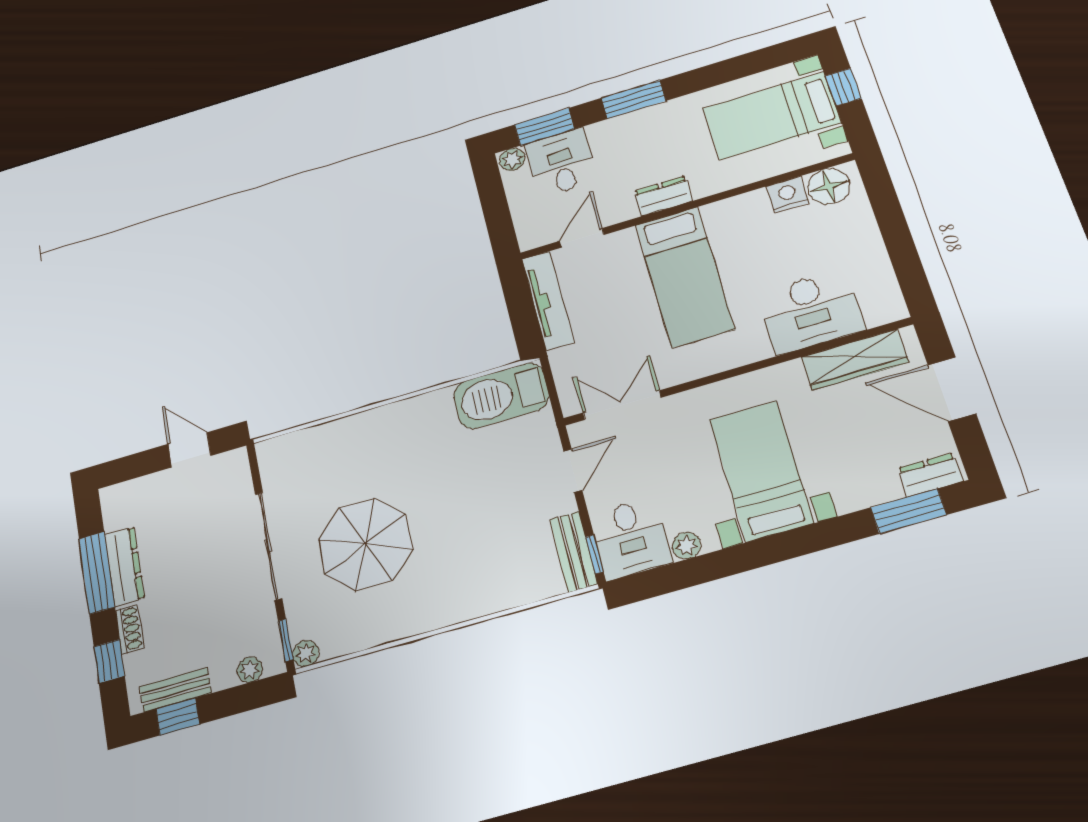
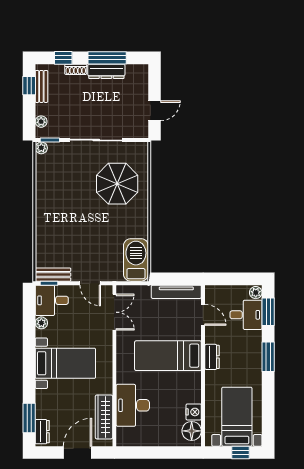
parasol: (366, 544) -> (117, 184), moved

